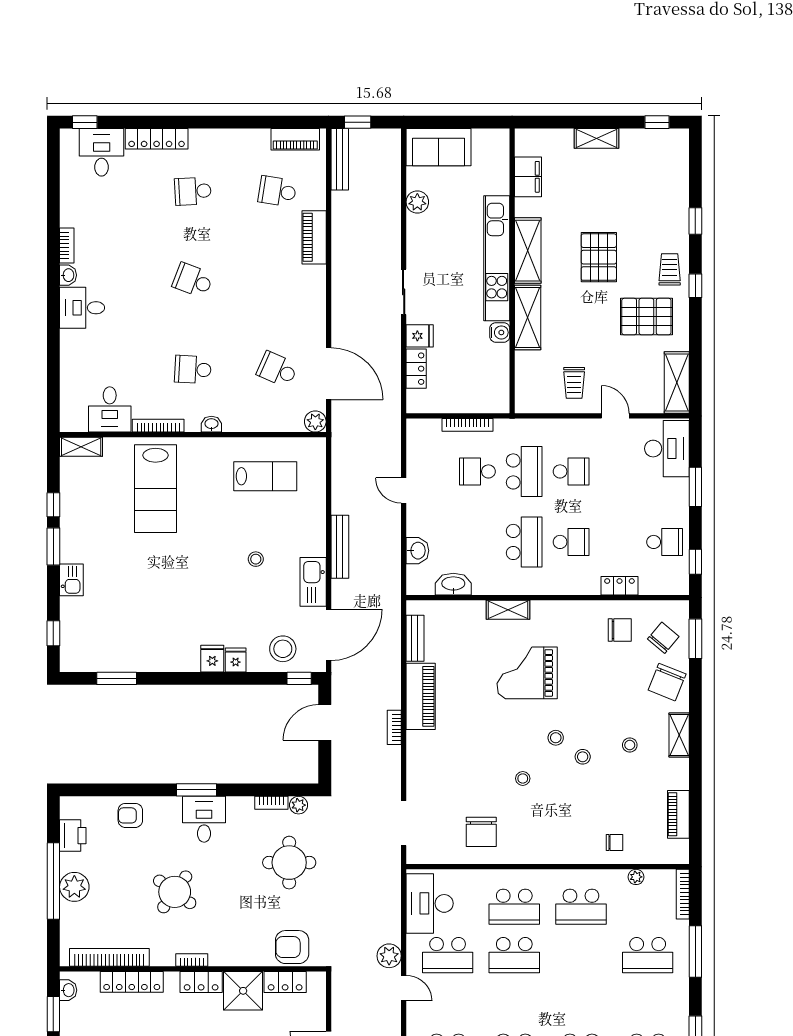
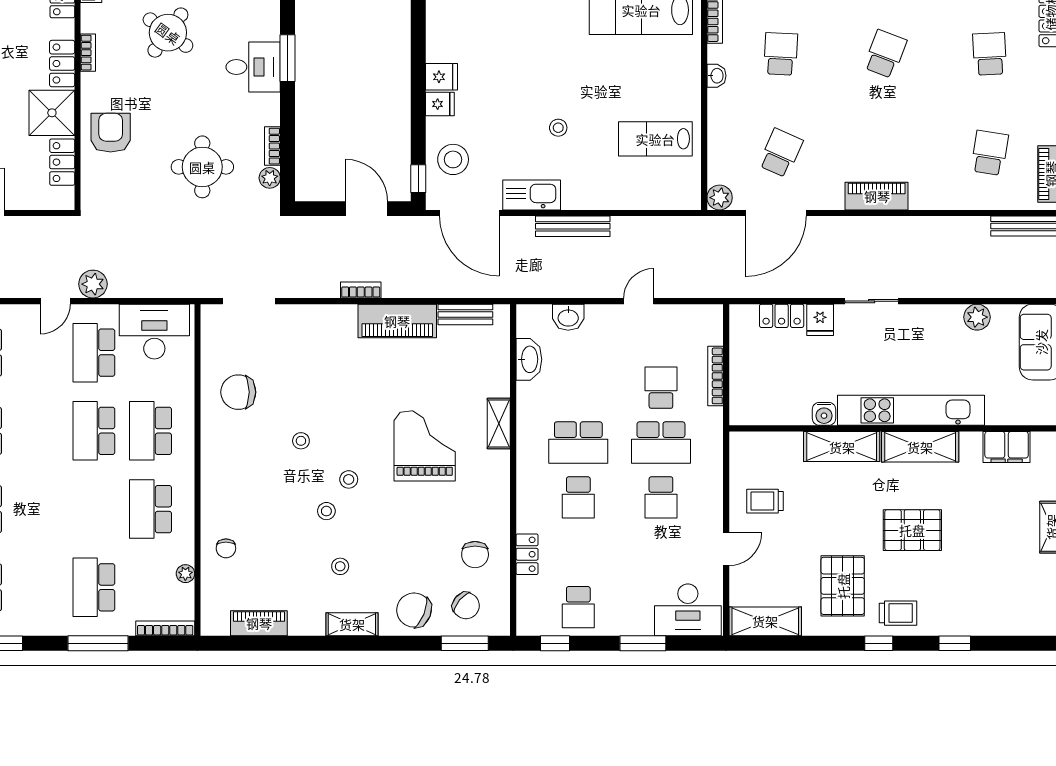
piano: (314, 237) -> (877, 196), moved
lab bench: (265, 476) -> (655, 139), turned 90
armchair: (292, 947) -> (111, 133), moved

